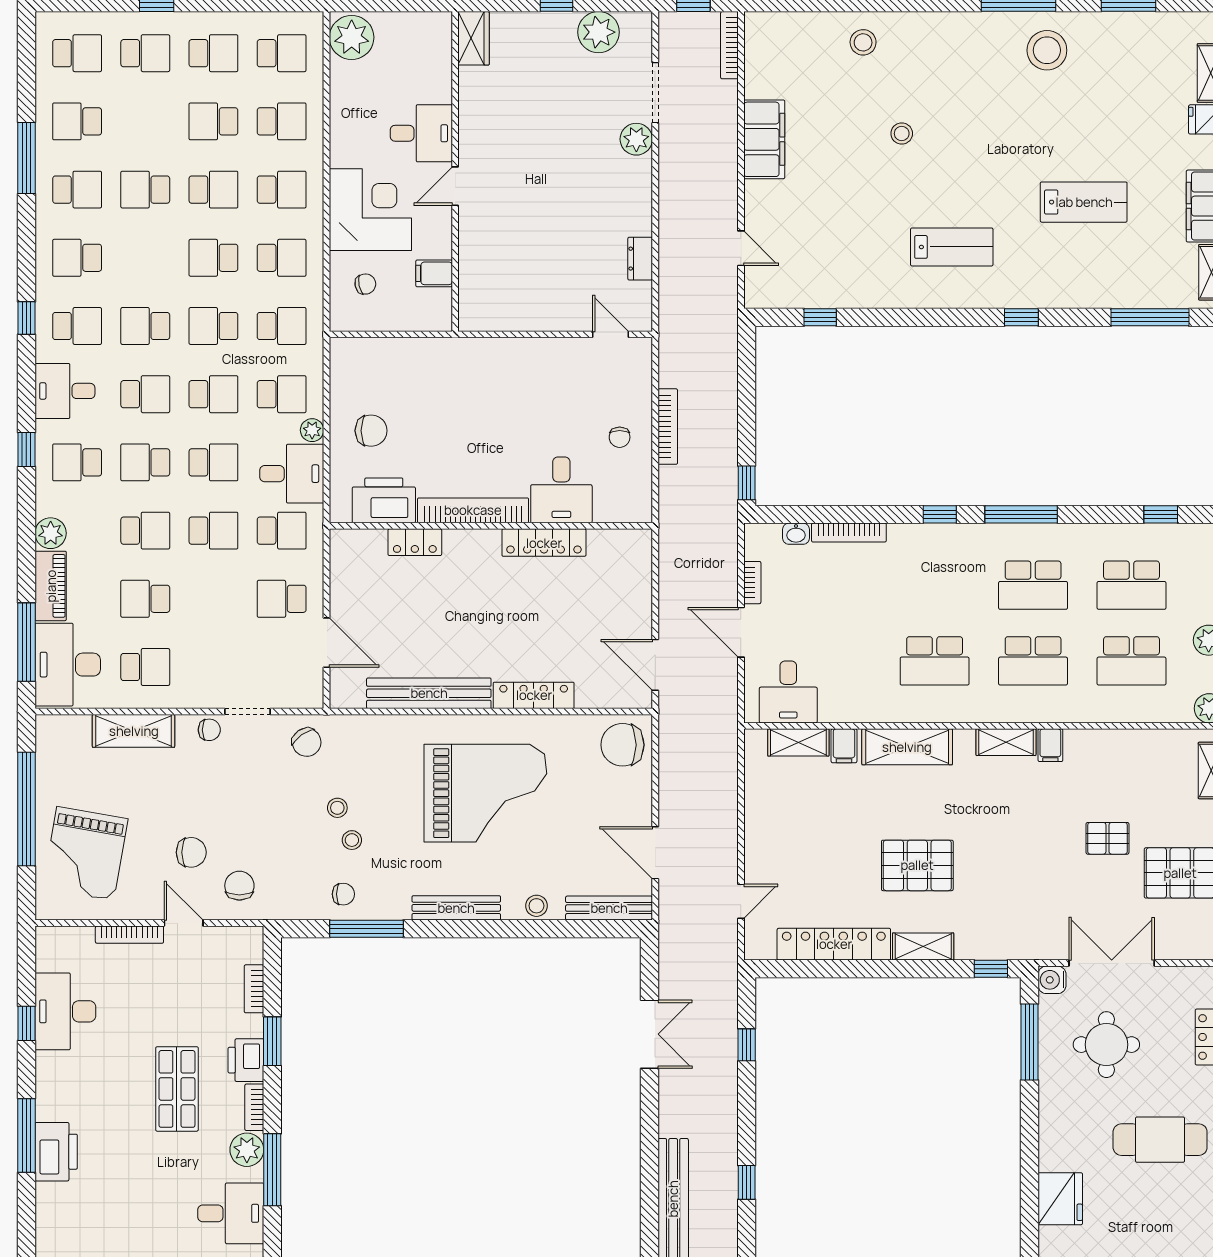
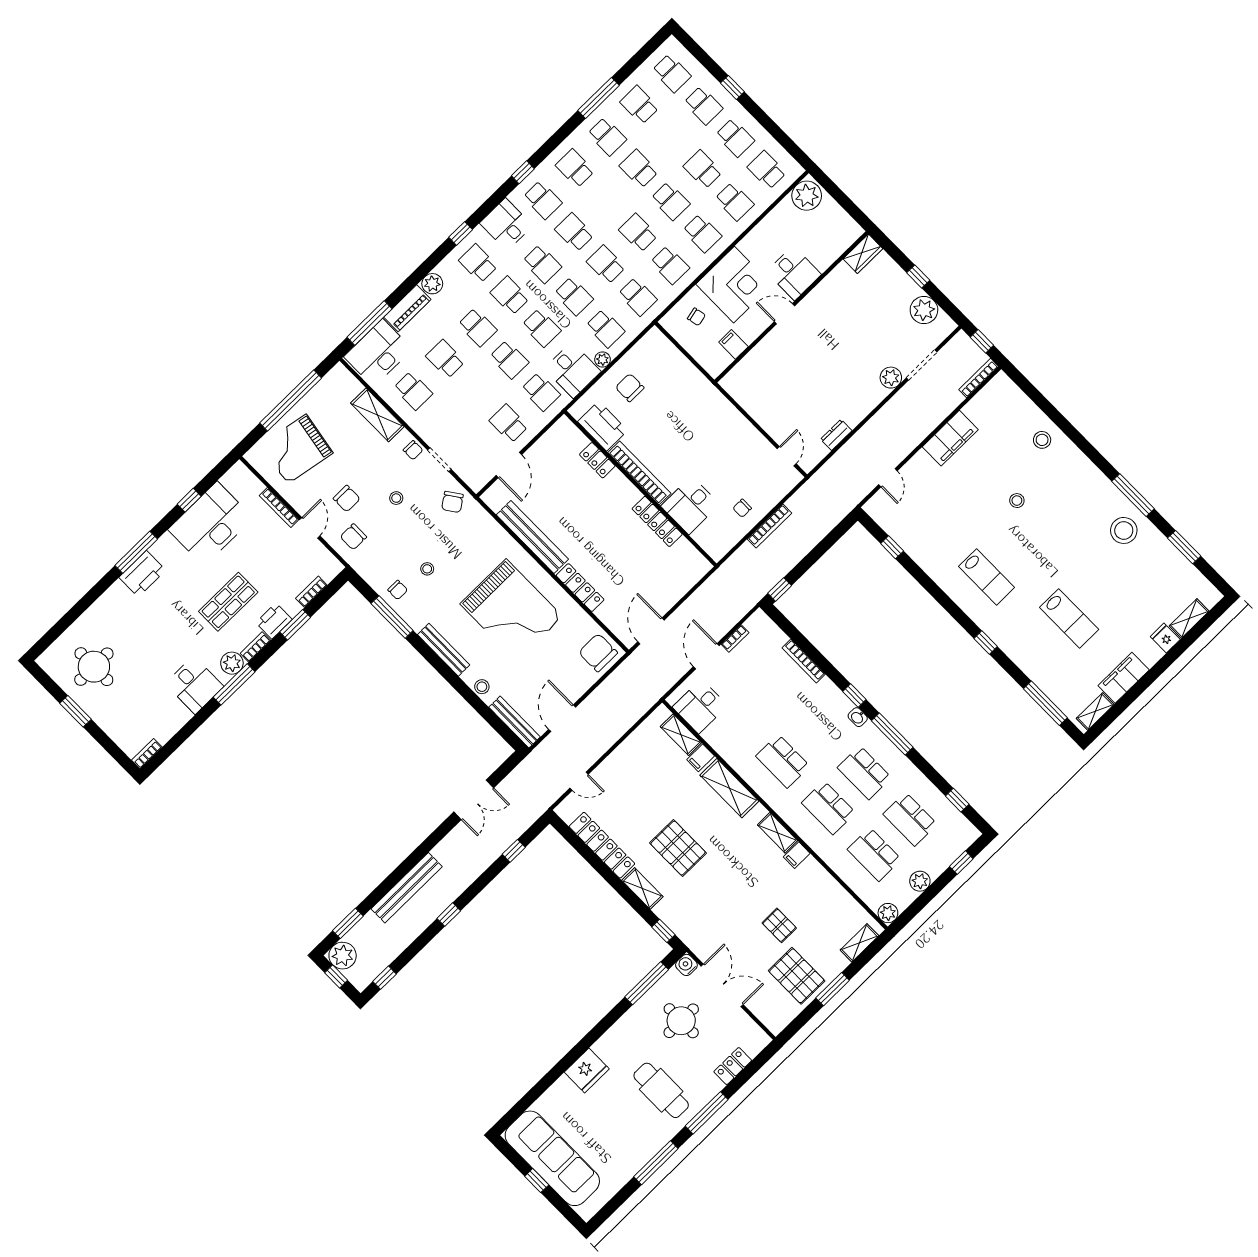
school desk: (282, 53) -> (767, 170), turned 180
chair: (371, 431) -> (630, 388), turned 180
washbasin: (796, 534) -> (858, 717), moved
stool: (337, 808) -> (396, 498), moved
chair: (239, 886) -> (353, 537), turned 180
desk: (65, 1011) -> (211, 524), width x1.36, depth x1.30

